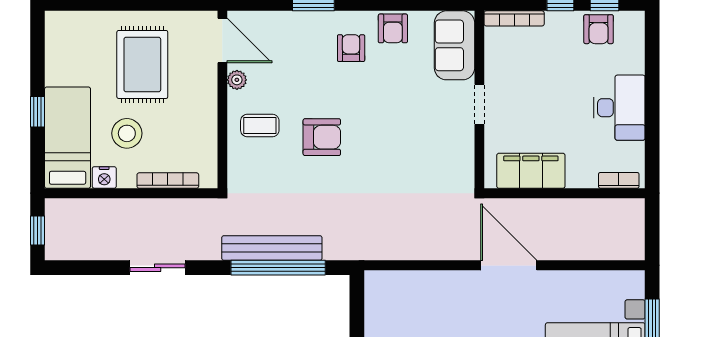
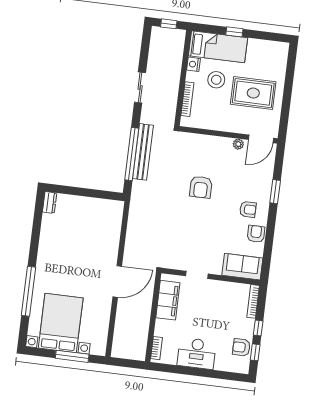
armchair: (393, 28) -> (256, 234), turned 90
doorway: (479, 104) -> (197, 275), moved
coffee table: (260, 126) -> (211, 154), removed

